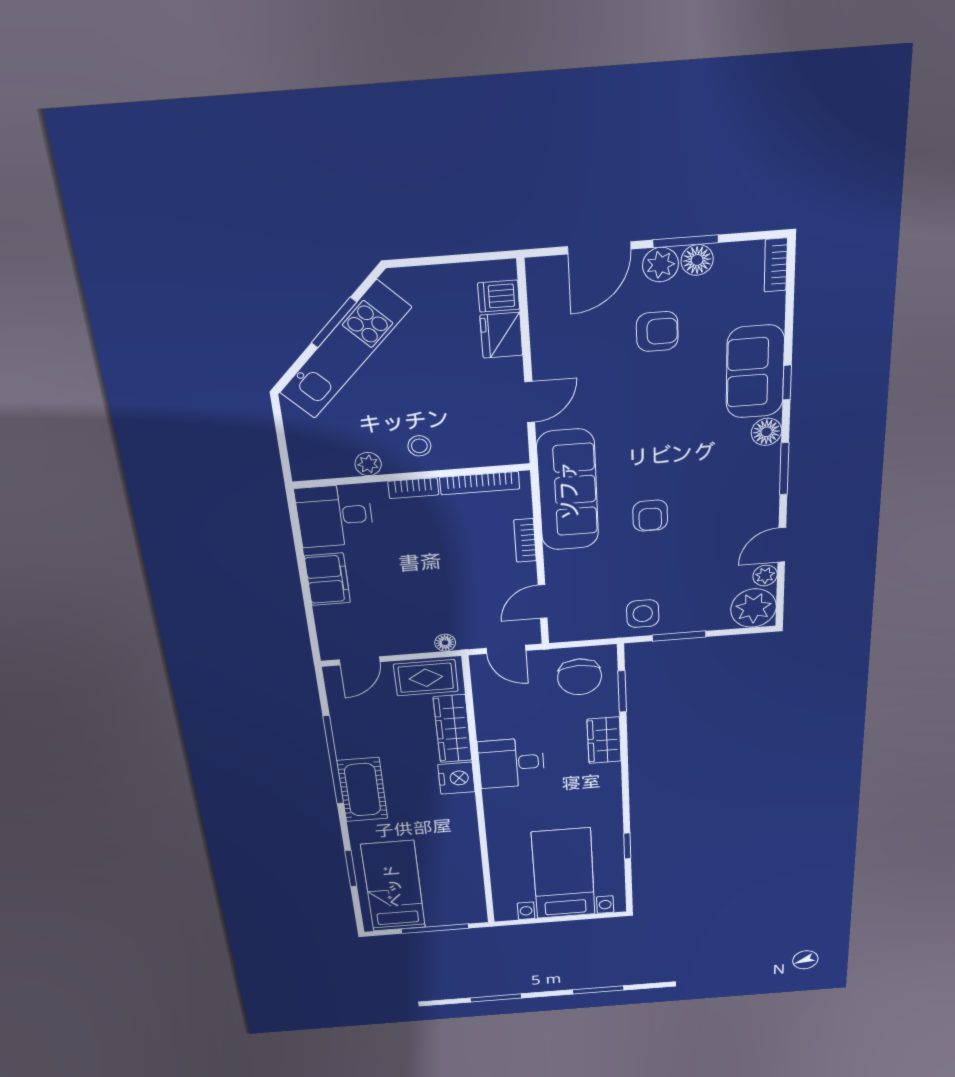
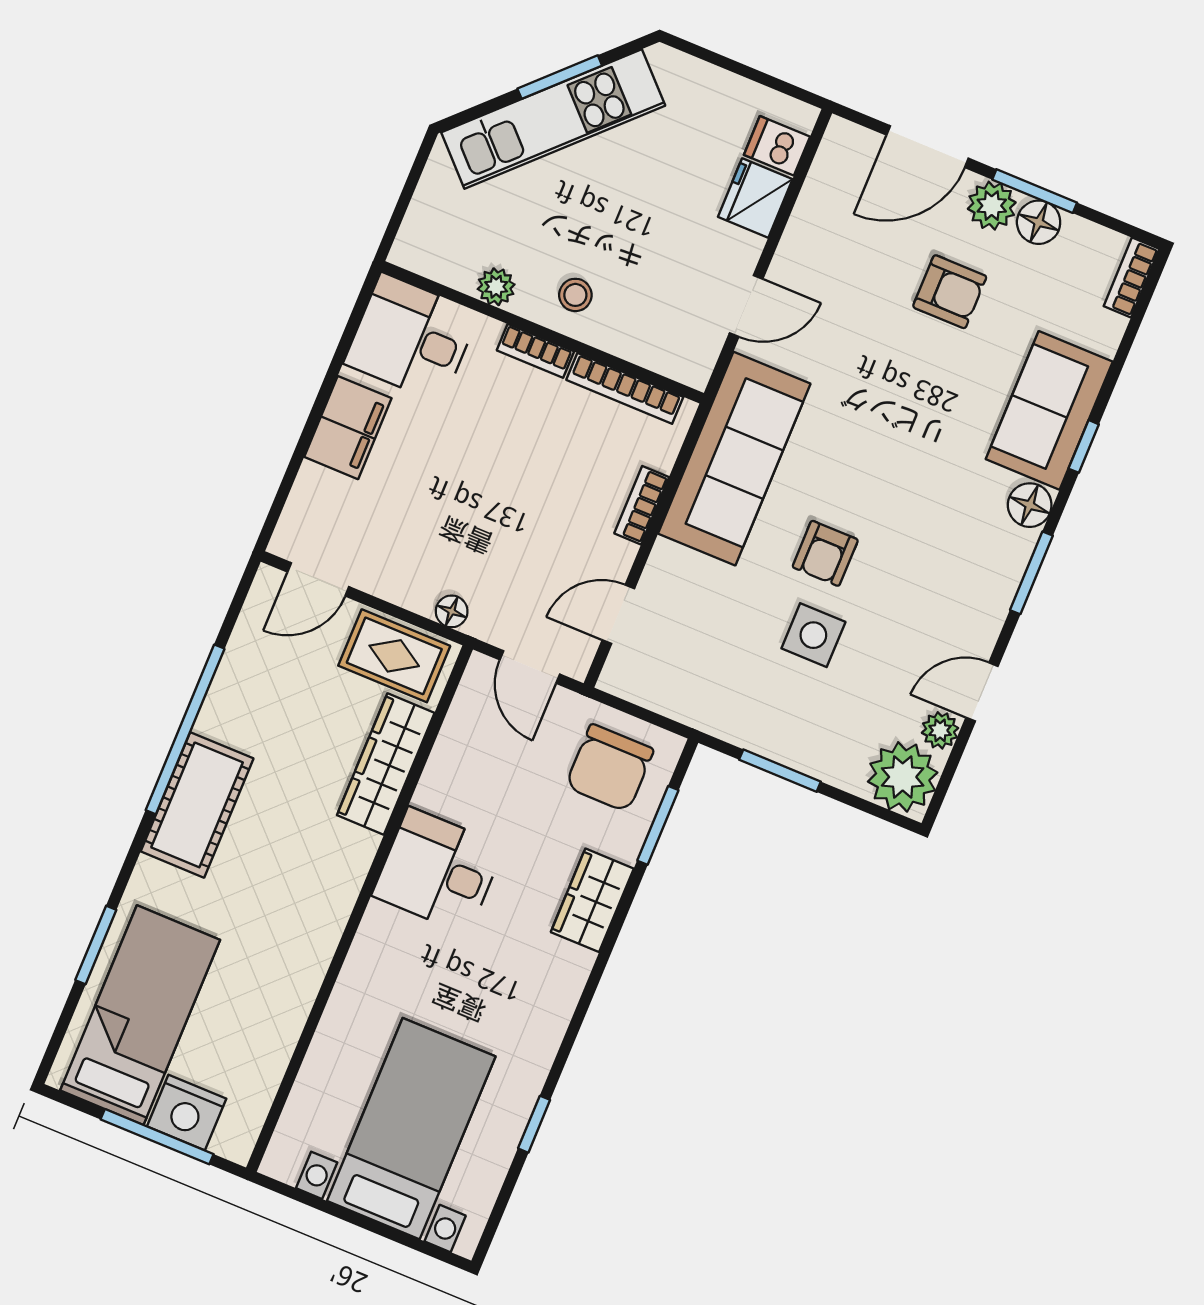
side table: (643, 614) -> (813, 635), moved
nightstand: (456, 778) -> (187, 1112), moved, turned 90

